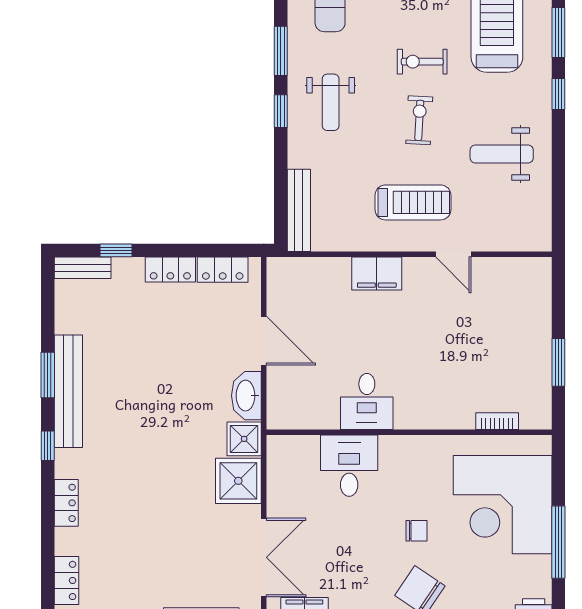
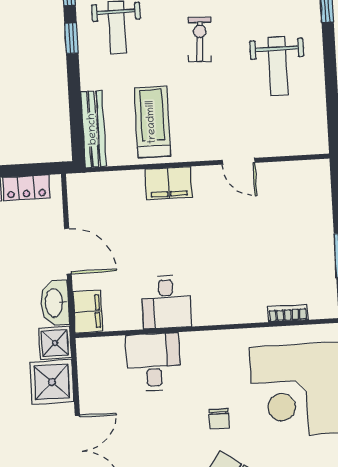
weight bench: (502, 154) -> (278, 66), turned -90
treadmill: (413, 202) -> (152, 122), moved, turned -90
filing cabinet: (281, 407) -> (88, 312), added
chair: (417, 531) -> (219, 419), turned 90

